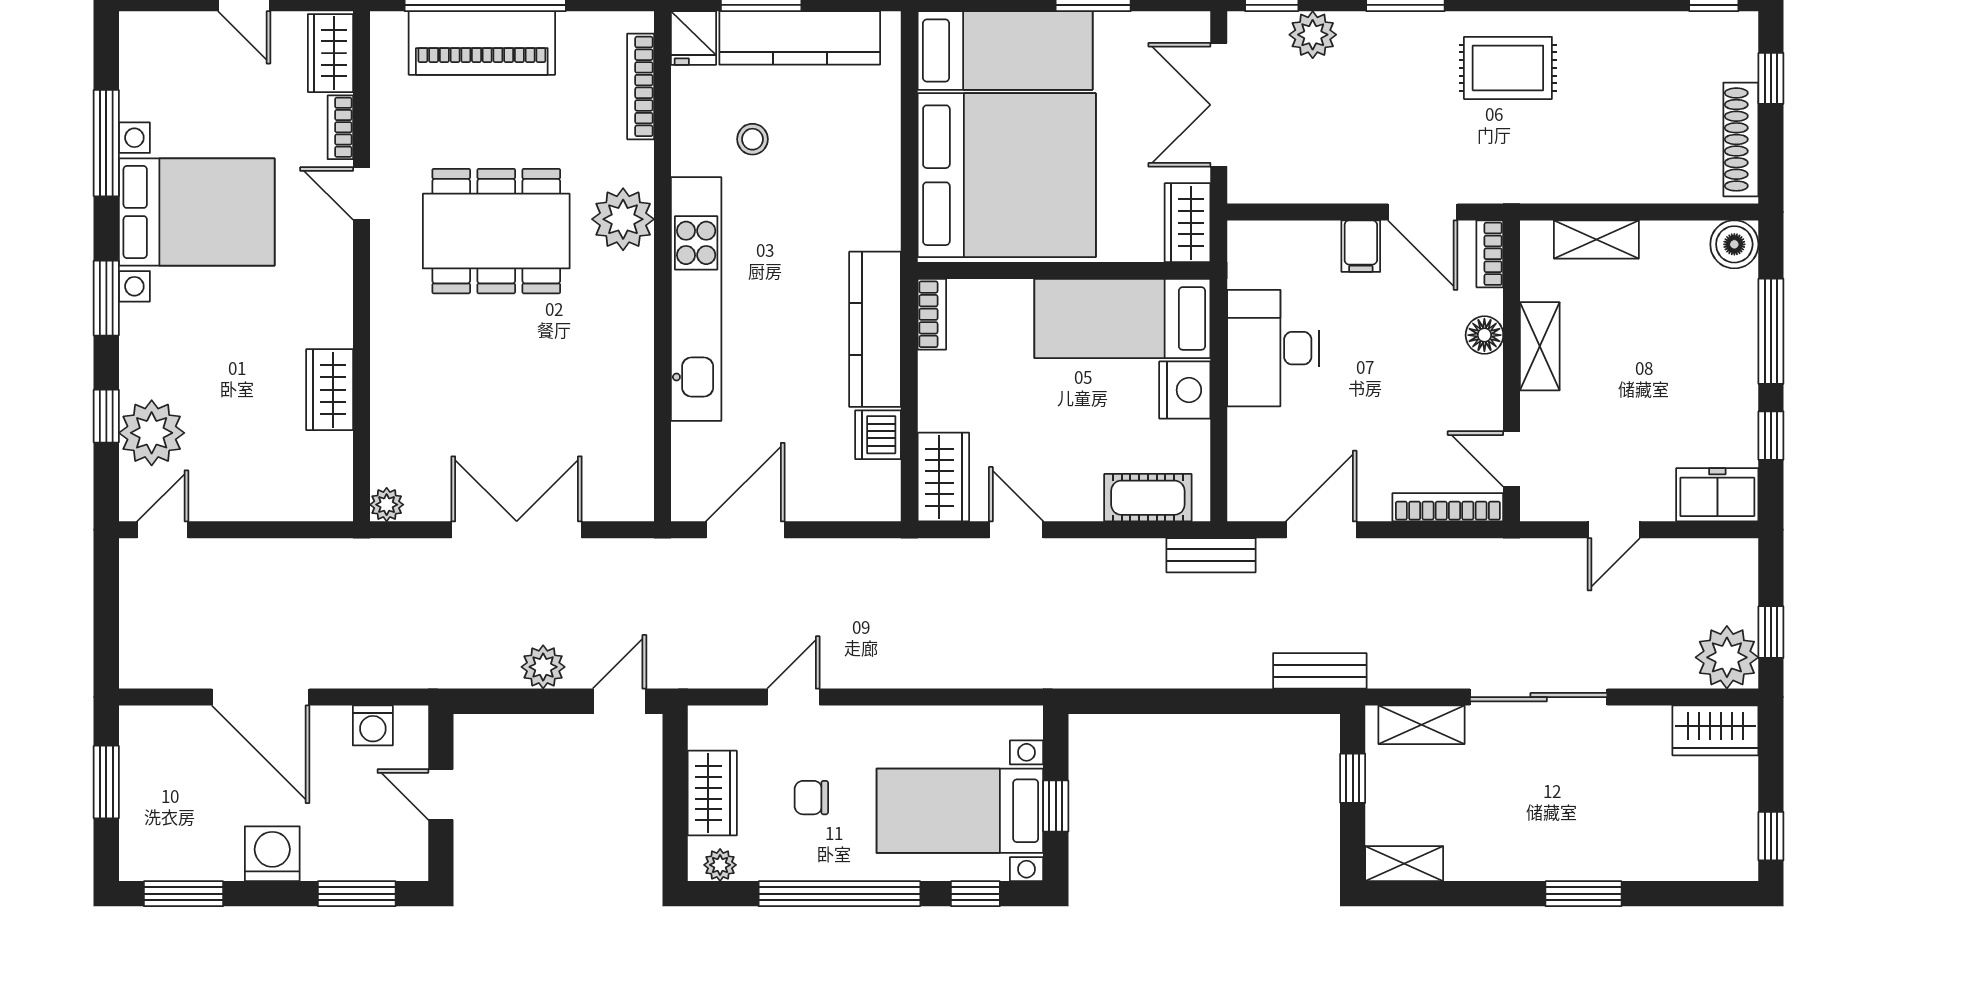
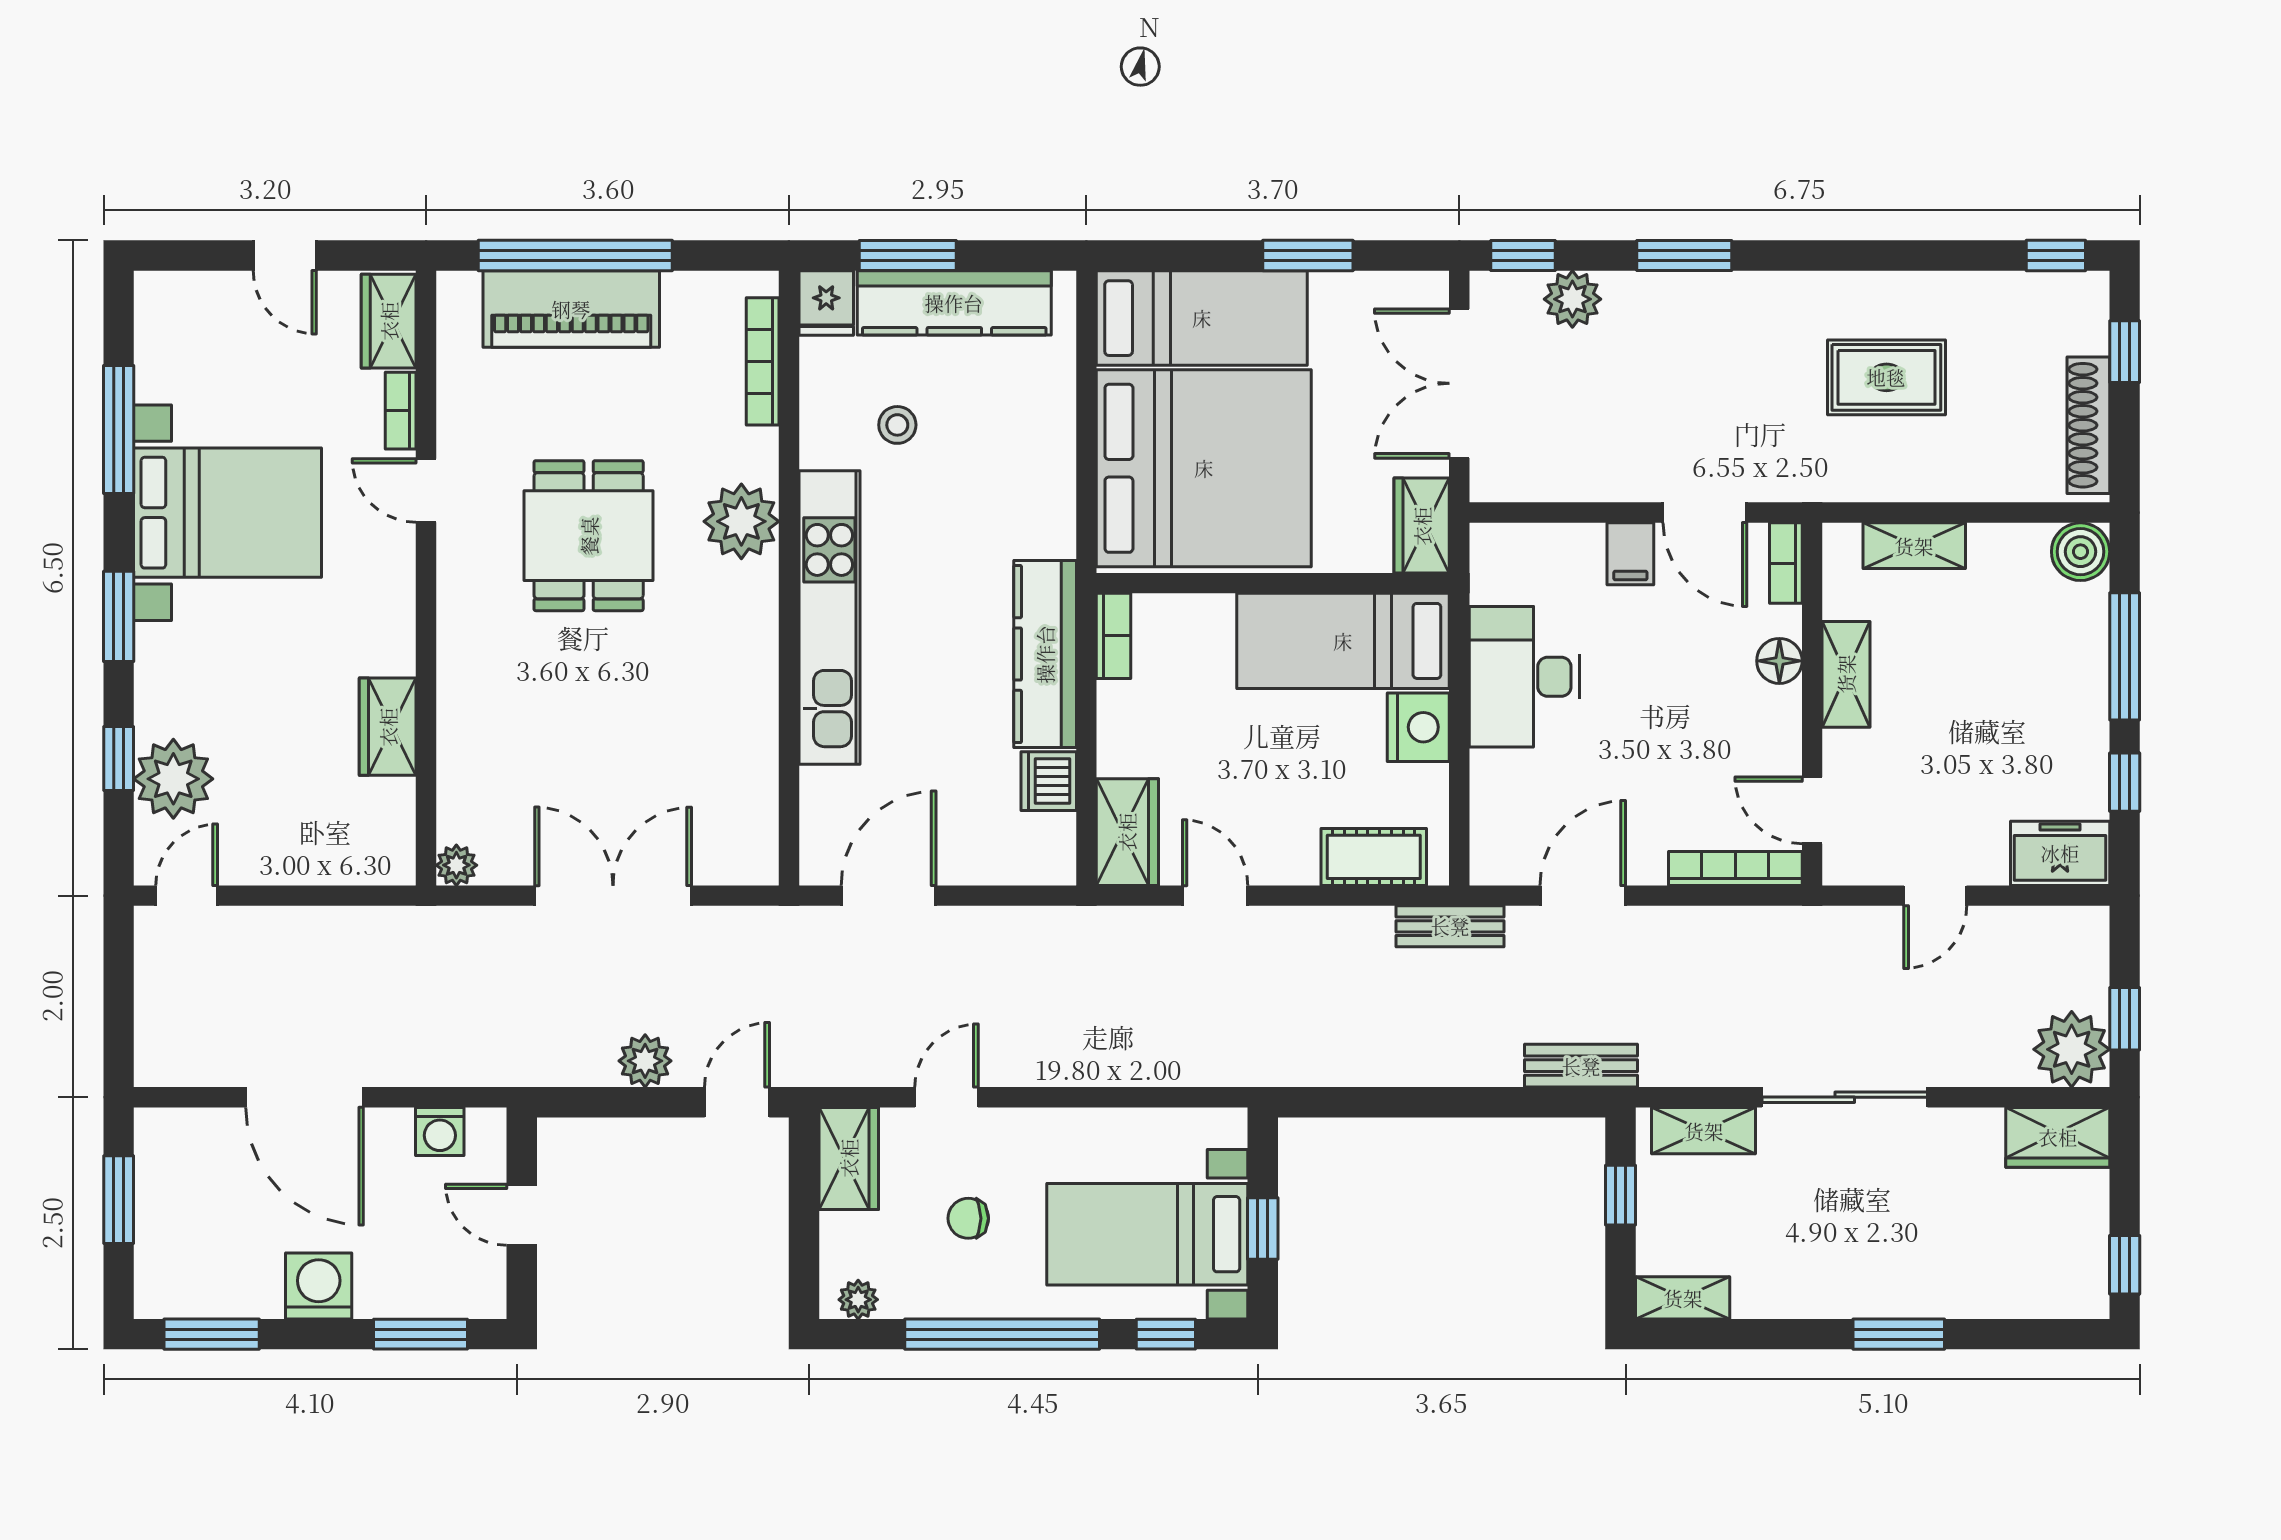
rug: (1508, 68) -> (1886, 377), moved
dining table: (496, 231) -> (589, 536), width x0.73
wardrobe: (712, 793) -> (849, 1158), moved

